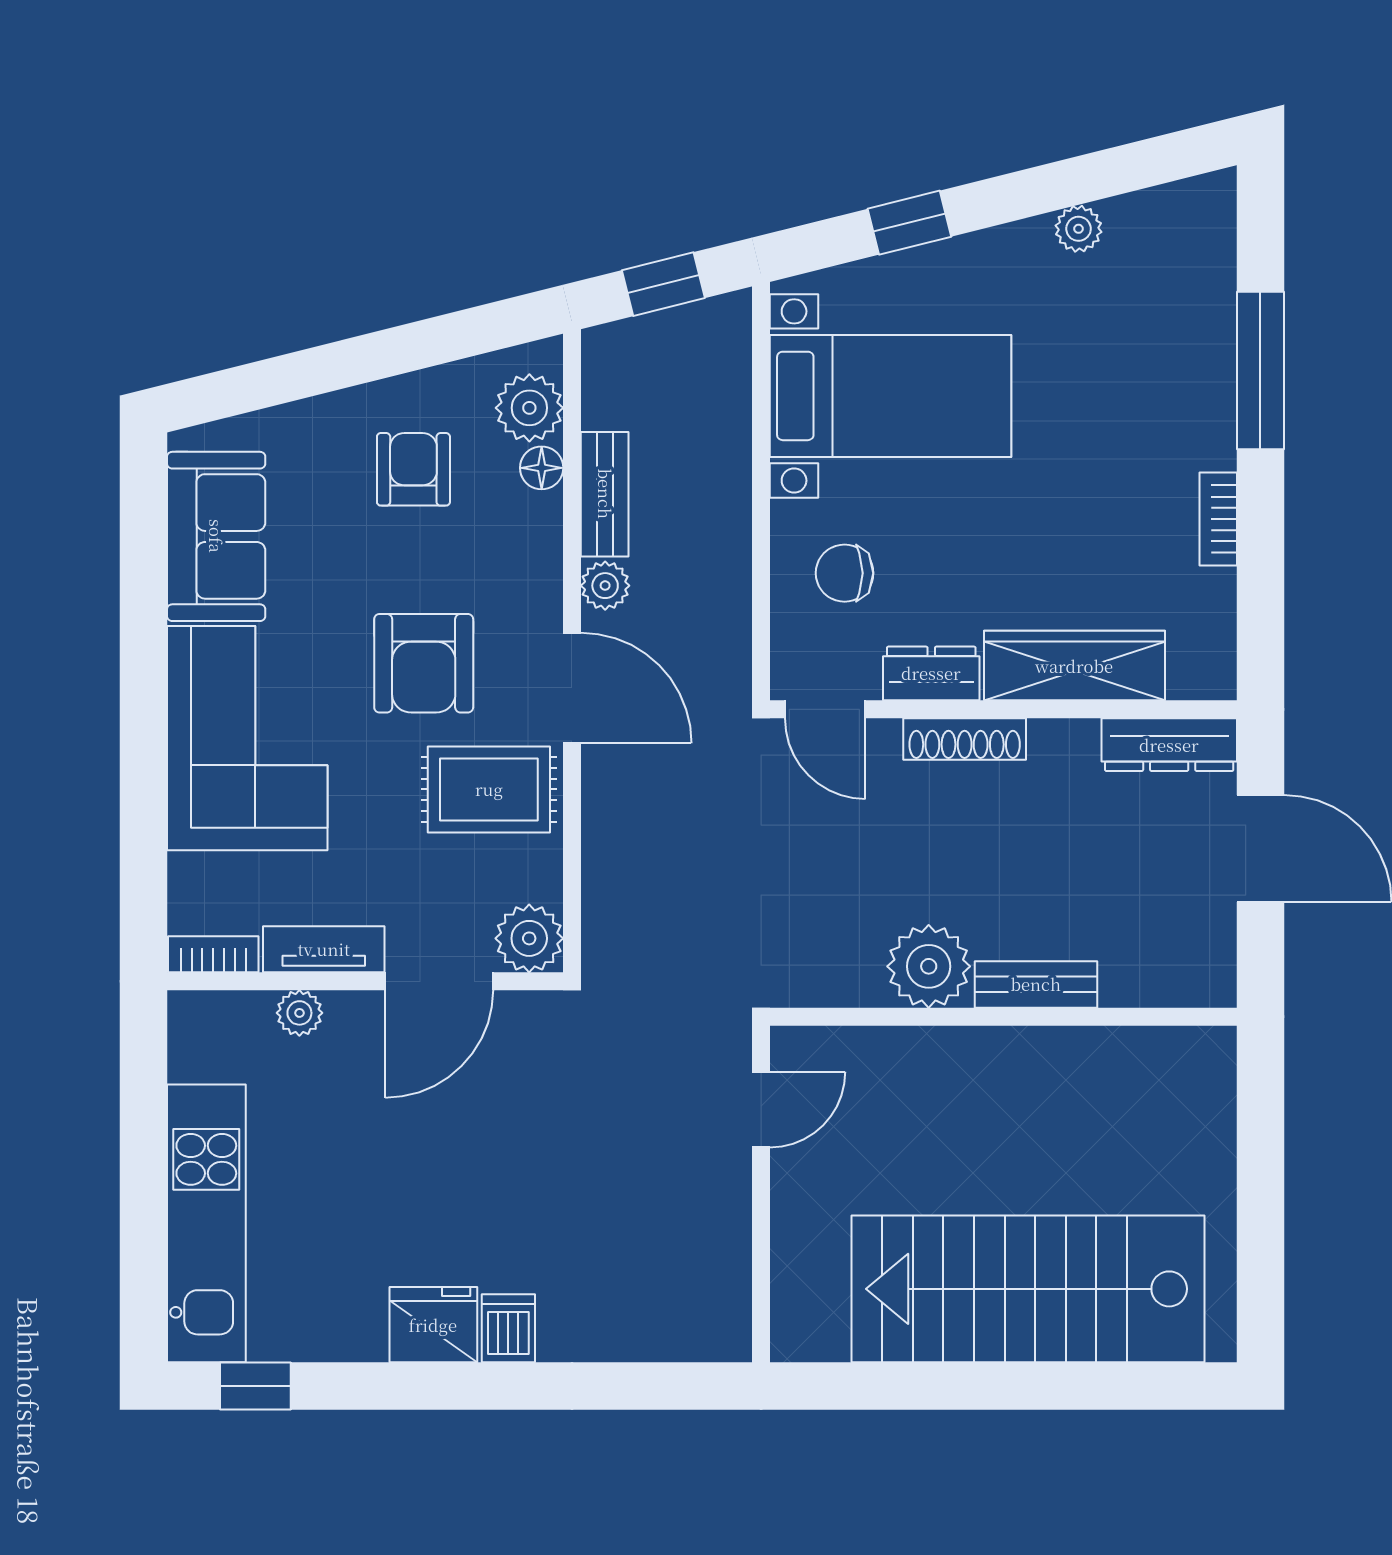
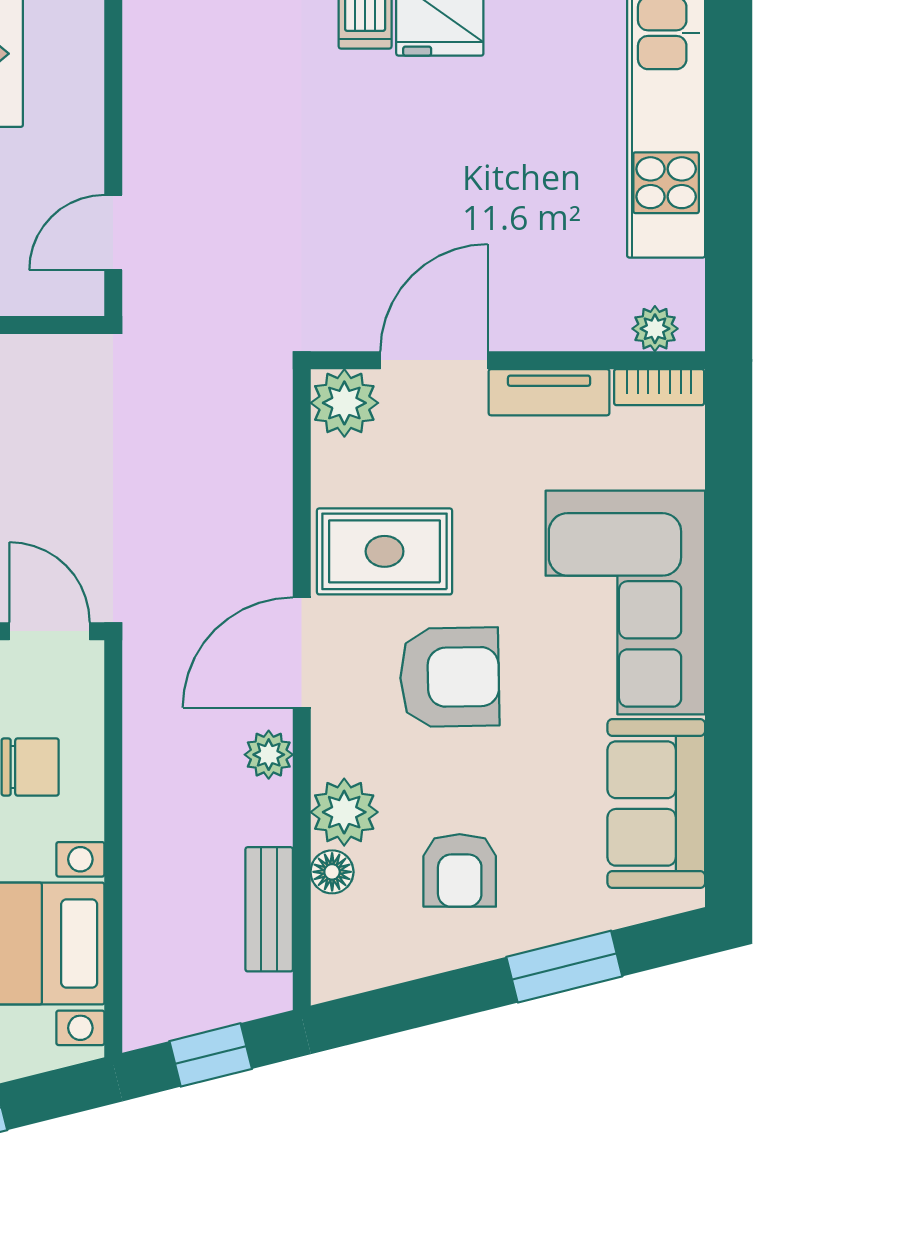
window: (308, 373) -> (564, 967), added
plant: (529, 408) -> (344, 812), moved
bench: (605, 494) -> (269, 909), moved
armchair: (424, 663) -> (450, 677), turned 89
door: (572, 688) -> (302, 653), hinge flipped
plant: (299, 1013) -> (655, 329), moved

